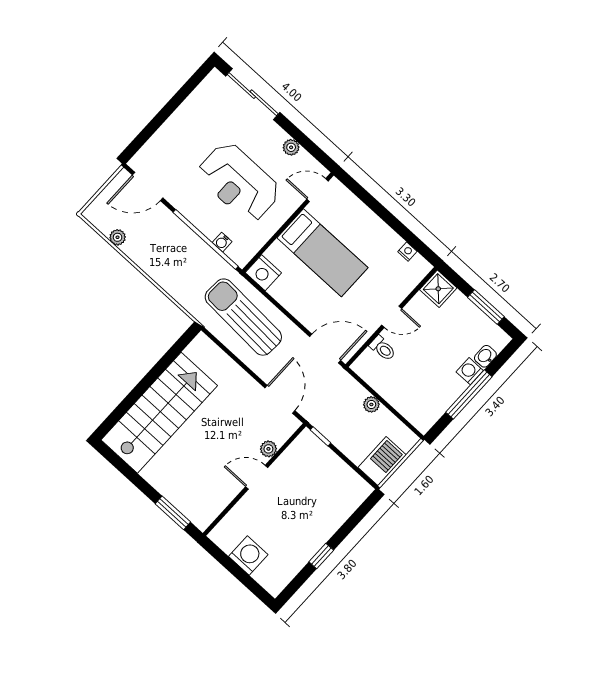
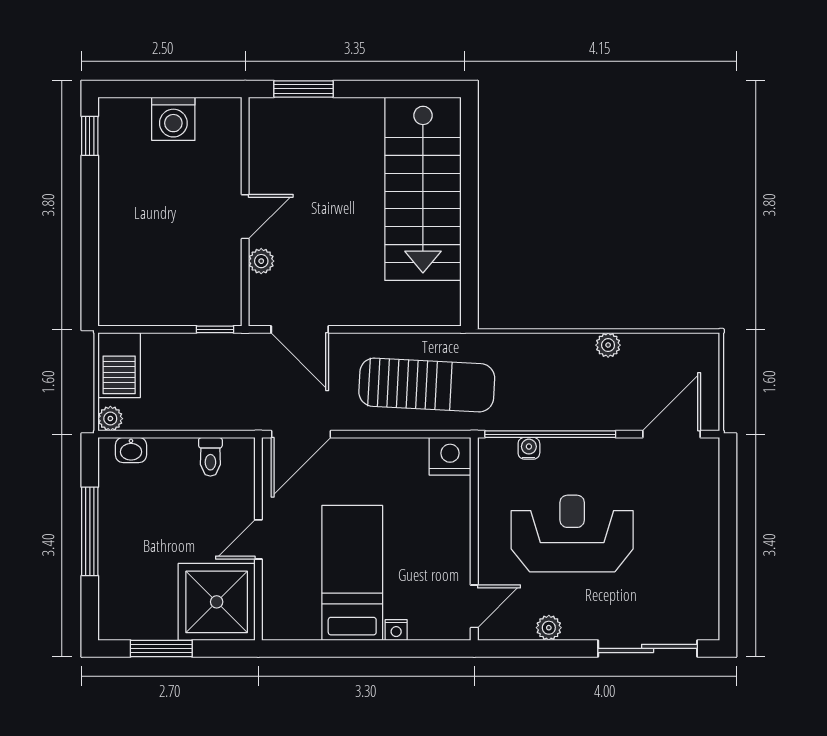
plant: (118, 237) -> (608, 345), moved
nightstand: (407, 252) -> (396, 630), moved
bed: (322, 253) -> (352, 573), moved, turned 90
shower: (438, 289) -> (217, 602), width x1.86, depth x1.86
toilet: (383, 348) -> (210, 457), moved, turned -90
washbasin: (485, 356) -> (131, 450), moved, turned 90
washing machine: (470, 371) -> (113, 559), removed
plant: (371, 404) -> (110, 419), moved
window: (321, 556) -> (90, 136), moved

